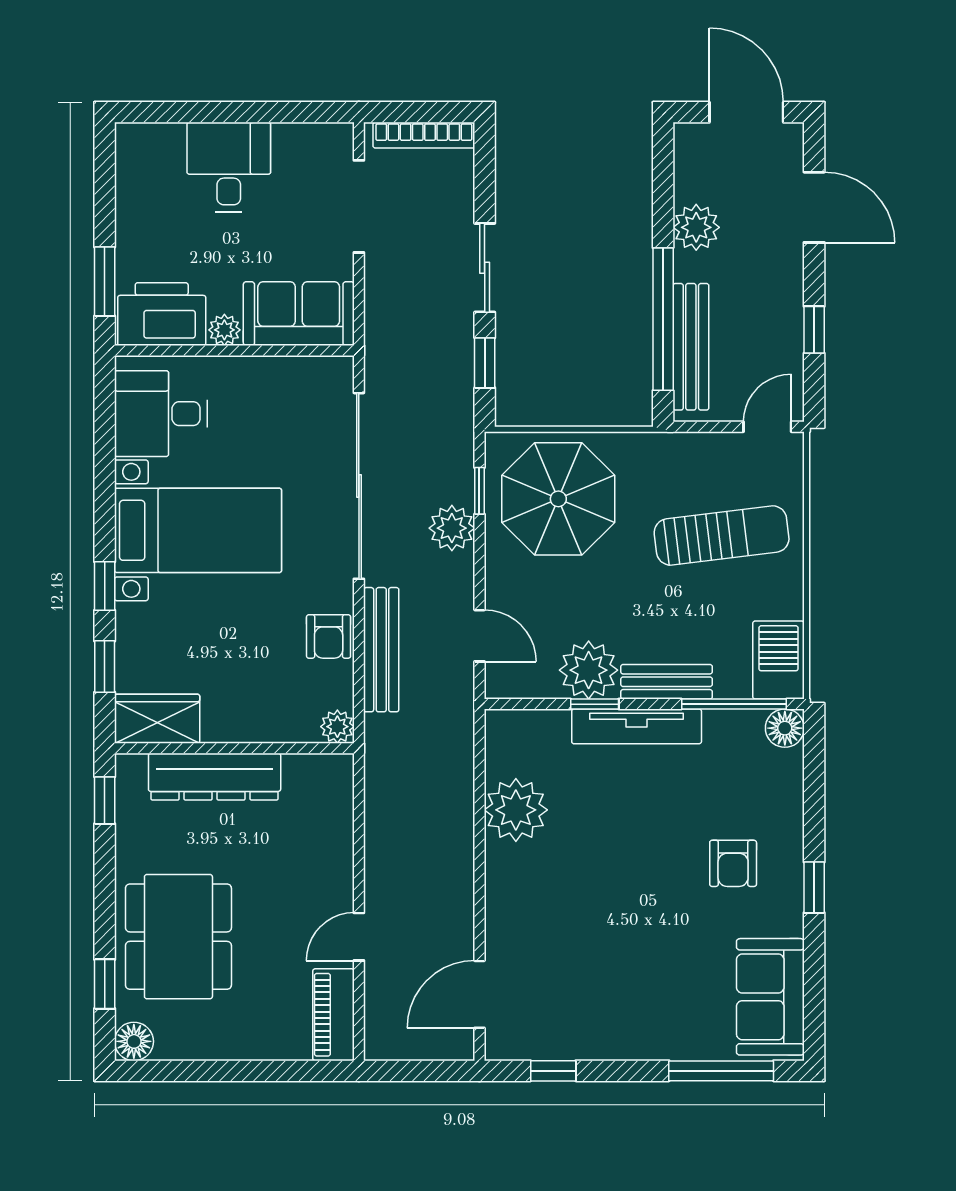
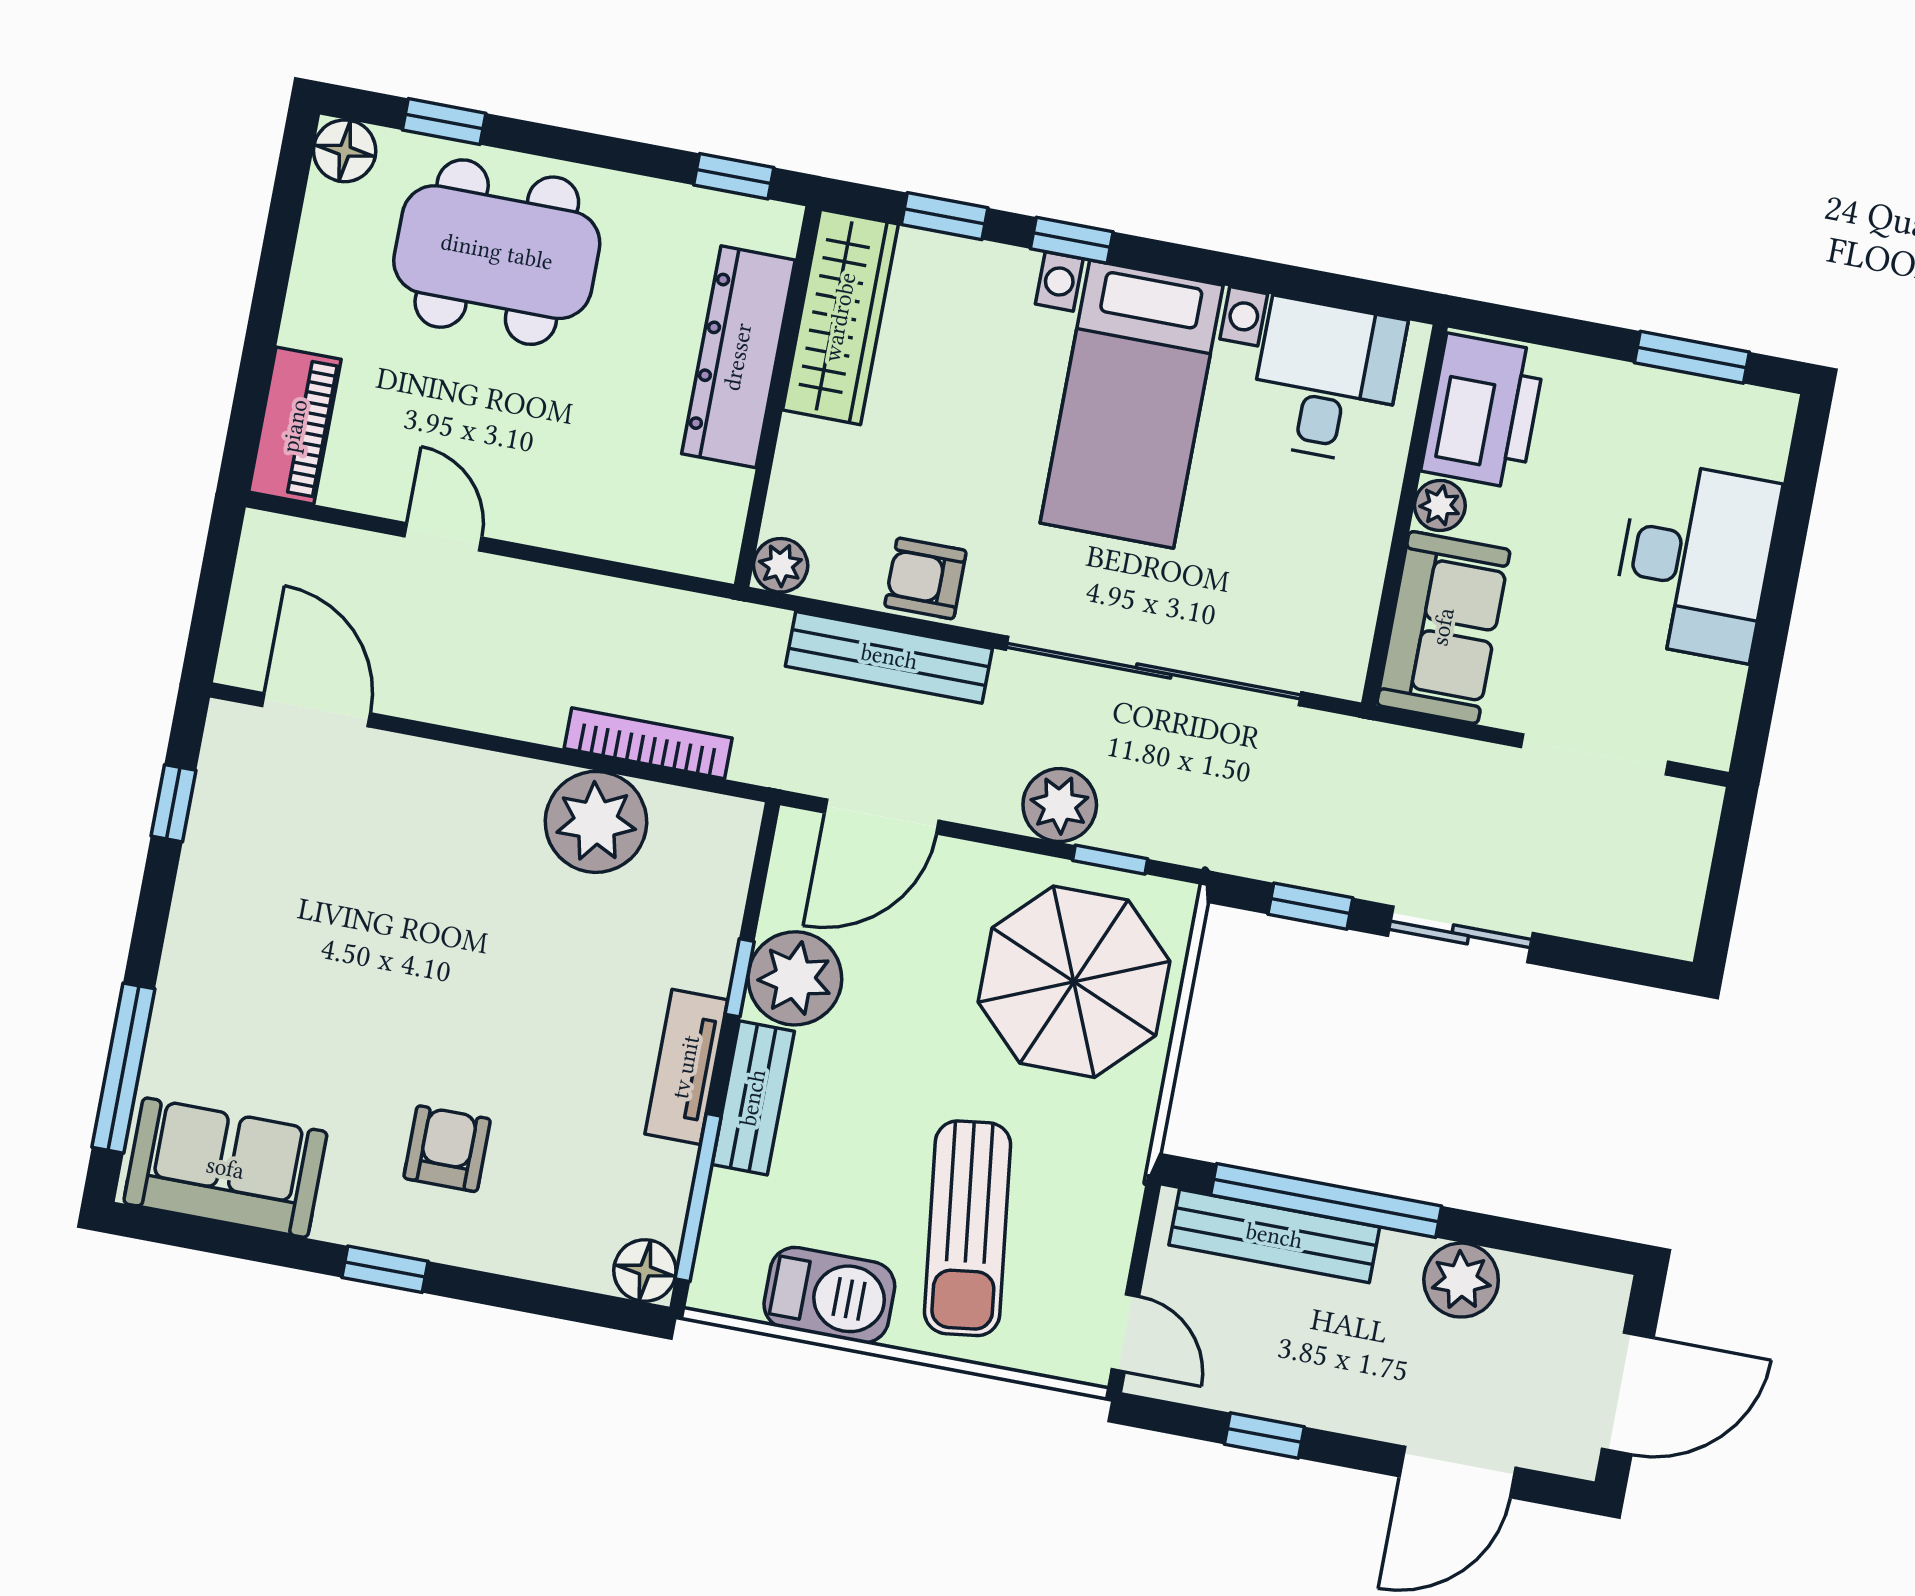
bookcase: (424, 135) -> (648, 743), moved, turned 90
desk: (229, 167) -> (1695, 561), width x1.37
window: (105, 281) -> (1692, 357), moved
door: (479, 636) -> (882, 817), width x1.38
barbecue: (779, 660) -> (829, 1295), moved
wardrobe: (157, 719) -> (840, 317), width x1.50
tv unit: (637, 726) -> (686, 1067), width x0.71
armchair: (733, 863) -> (447, 1149), turned 90
piano: (334, 1015) -> (295, 426), moved, turned 90

